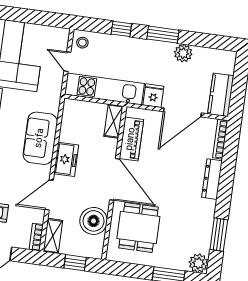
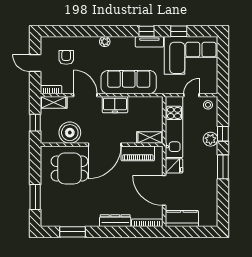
plant: (183, 53) -> (210, 139), moved
sofa: (40, 138) -> (129, 82), width x1.36
plant: (199, 263) -> (48, 219), removed

